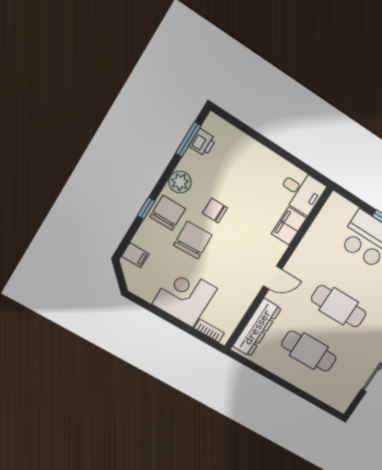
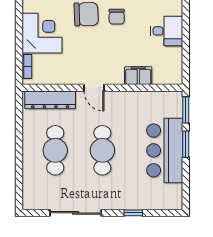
desk: (301, 191) -> (167, 31), moved, turned -90
window: (354, 199) -> (186, 110), added
chair: (215, 211) -> (117, 17), turned 180

